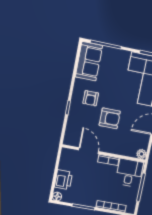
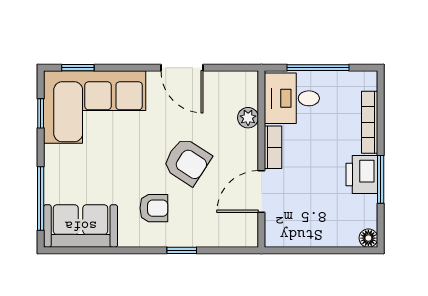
armchair: (110, 118) -> (187, 161), turned 123
plant: (141, 154) -> (248, 118), moved
printer: (63, 180) -> (362, 175), moved, turned -90

